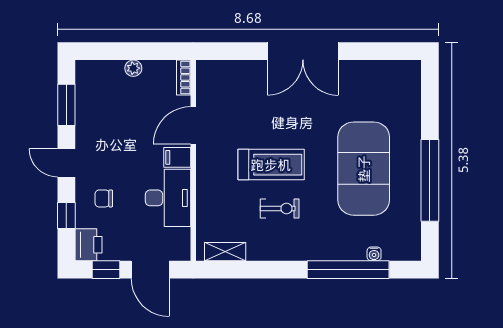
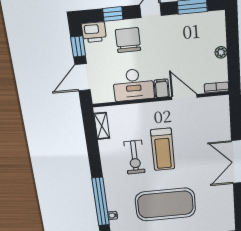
chair: (104, 198) -> (128, 40), width x1.87, depth x1.87
exercise bike: (280, 208) -> (135, 157), width x1.38, depth x1.39

